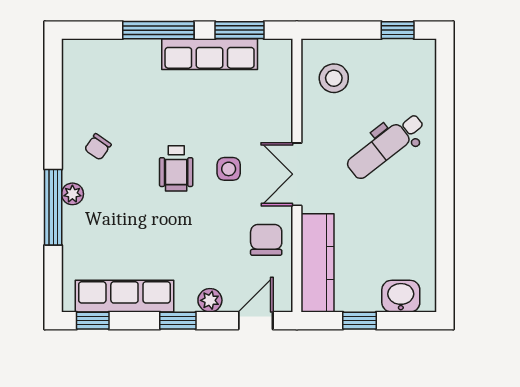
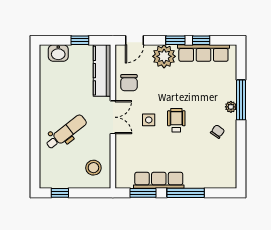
plant: (210, 300) -> (164, 56), width x1.88, depth x1.88
window: (93, 321) -> (201, 40), moved

